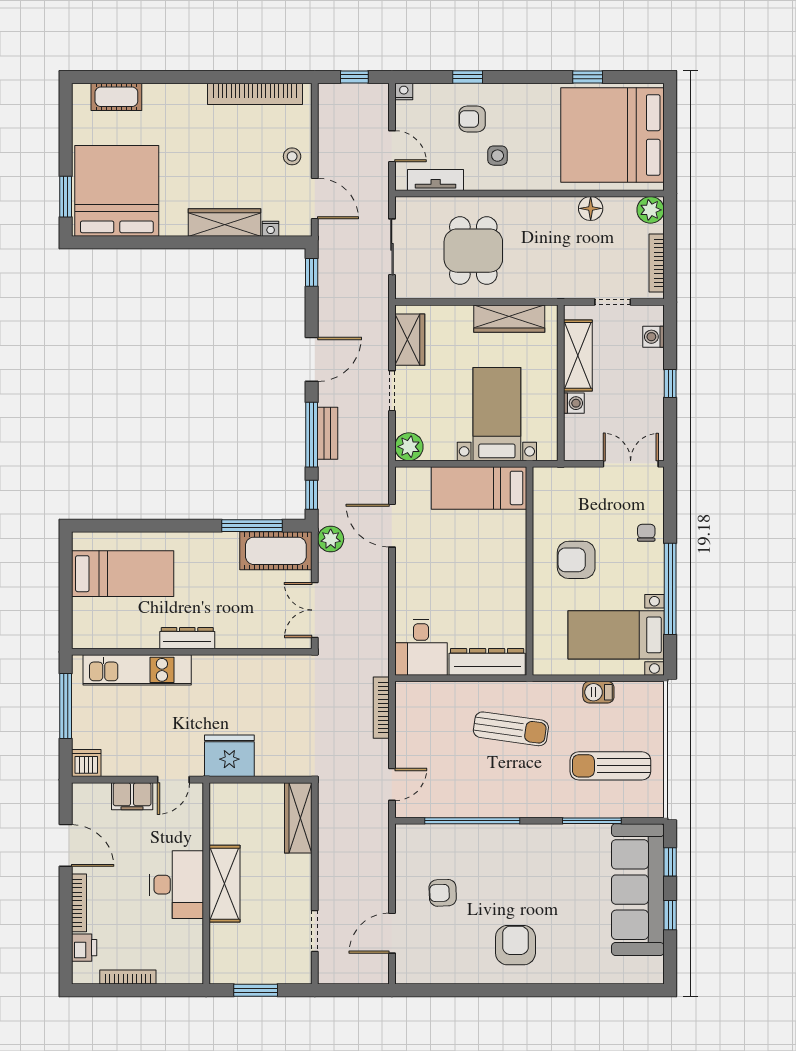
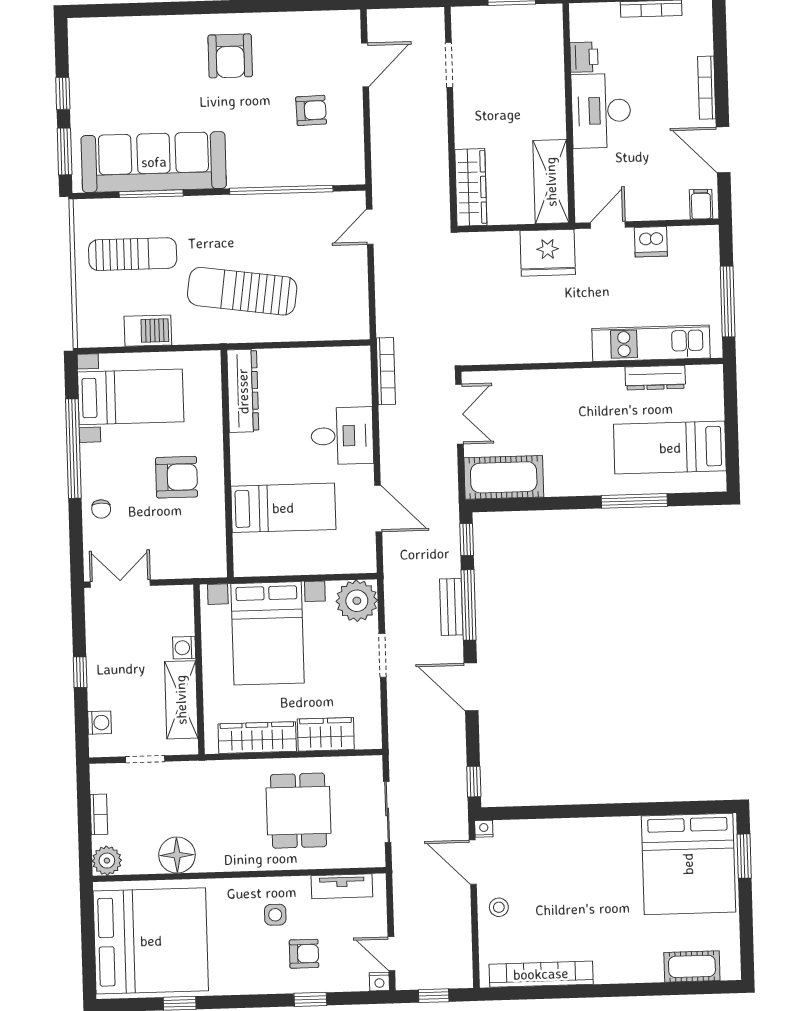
door: (392, 146) -> (391, 954), moved
floor lamp: (591, 208) -> (177, 855), width x1.38, depth x1.38
wardrobe: (224, 222) -> (570, 833), removed
nightstand: (271, 229) -> (484, 829), moved
bookcase: (657, 263) -> (99, 814), width x0.64
wardrobe: (410, 340) -> (326, 734), moved, turned 90
door: (312, 359) -> (471, 687), hinge flipped
bed with nightstands: (497, 414) -> (268, 633), width x1.36
plant: (409, 447) -> (357, 601), width x1.36, depth x1.36
double door: (631, 464) -> (120, 584), swing flipped
bed: (479, 488) -> (283, 508), moved
window: (252, 526) -> (634, 501), moved
plant: (331, 539) -> (445, 492), removed
dresser: (187, 638) -> (655, 378), moved
desk: (421, 647) -> (342, 436), moved, turned 90
dresser: (487, 662) -> (243, 391), moved, turned -90
barbecue: (598, 692) -> (148, 331), width x1.38, depth x1.27
bookcase: (381, 708) -> (386, 371), moved
sun lounger: (511, 729) -> (242, 291), width x1.36, depth x1.34
dishwasher: (86, 763) -> (651, 242), moved
filing cabinet: (132, 796) -> (701, 204), moved, width x0.50
window: (670, 862) -> (65, 151), width x1.50
shelving: (224, 884) -> (551, 182), moved
sofa: (638, 890) -> (154, 162), moved, turned -90
printer: (84, 948) -> (584, 57), moved, turned 180

